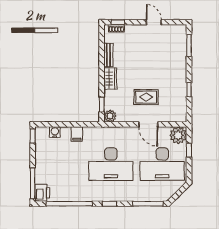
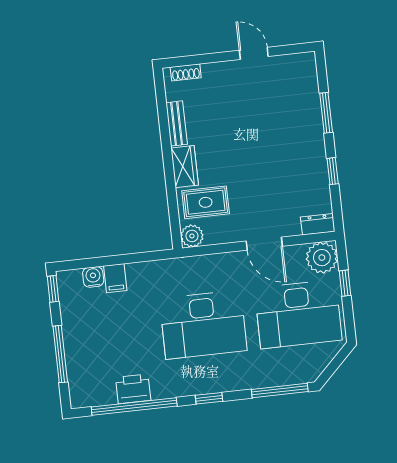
window: (118, 22) -> (187, 61), removed
window: (189, 45) -> (326, 113), moved
rug: (146, 97) -> (206, 202), moved
window: (102, 105) -> (174, 216), removed
dresser: (178, 117) -> (318, 224), added
filing cabinet: (77, 134) -> (115, 278), moved
window: (33, 183) -> (60, 354), moved
printer: (42, 193) -> (133, 389), moved, turned -90

